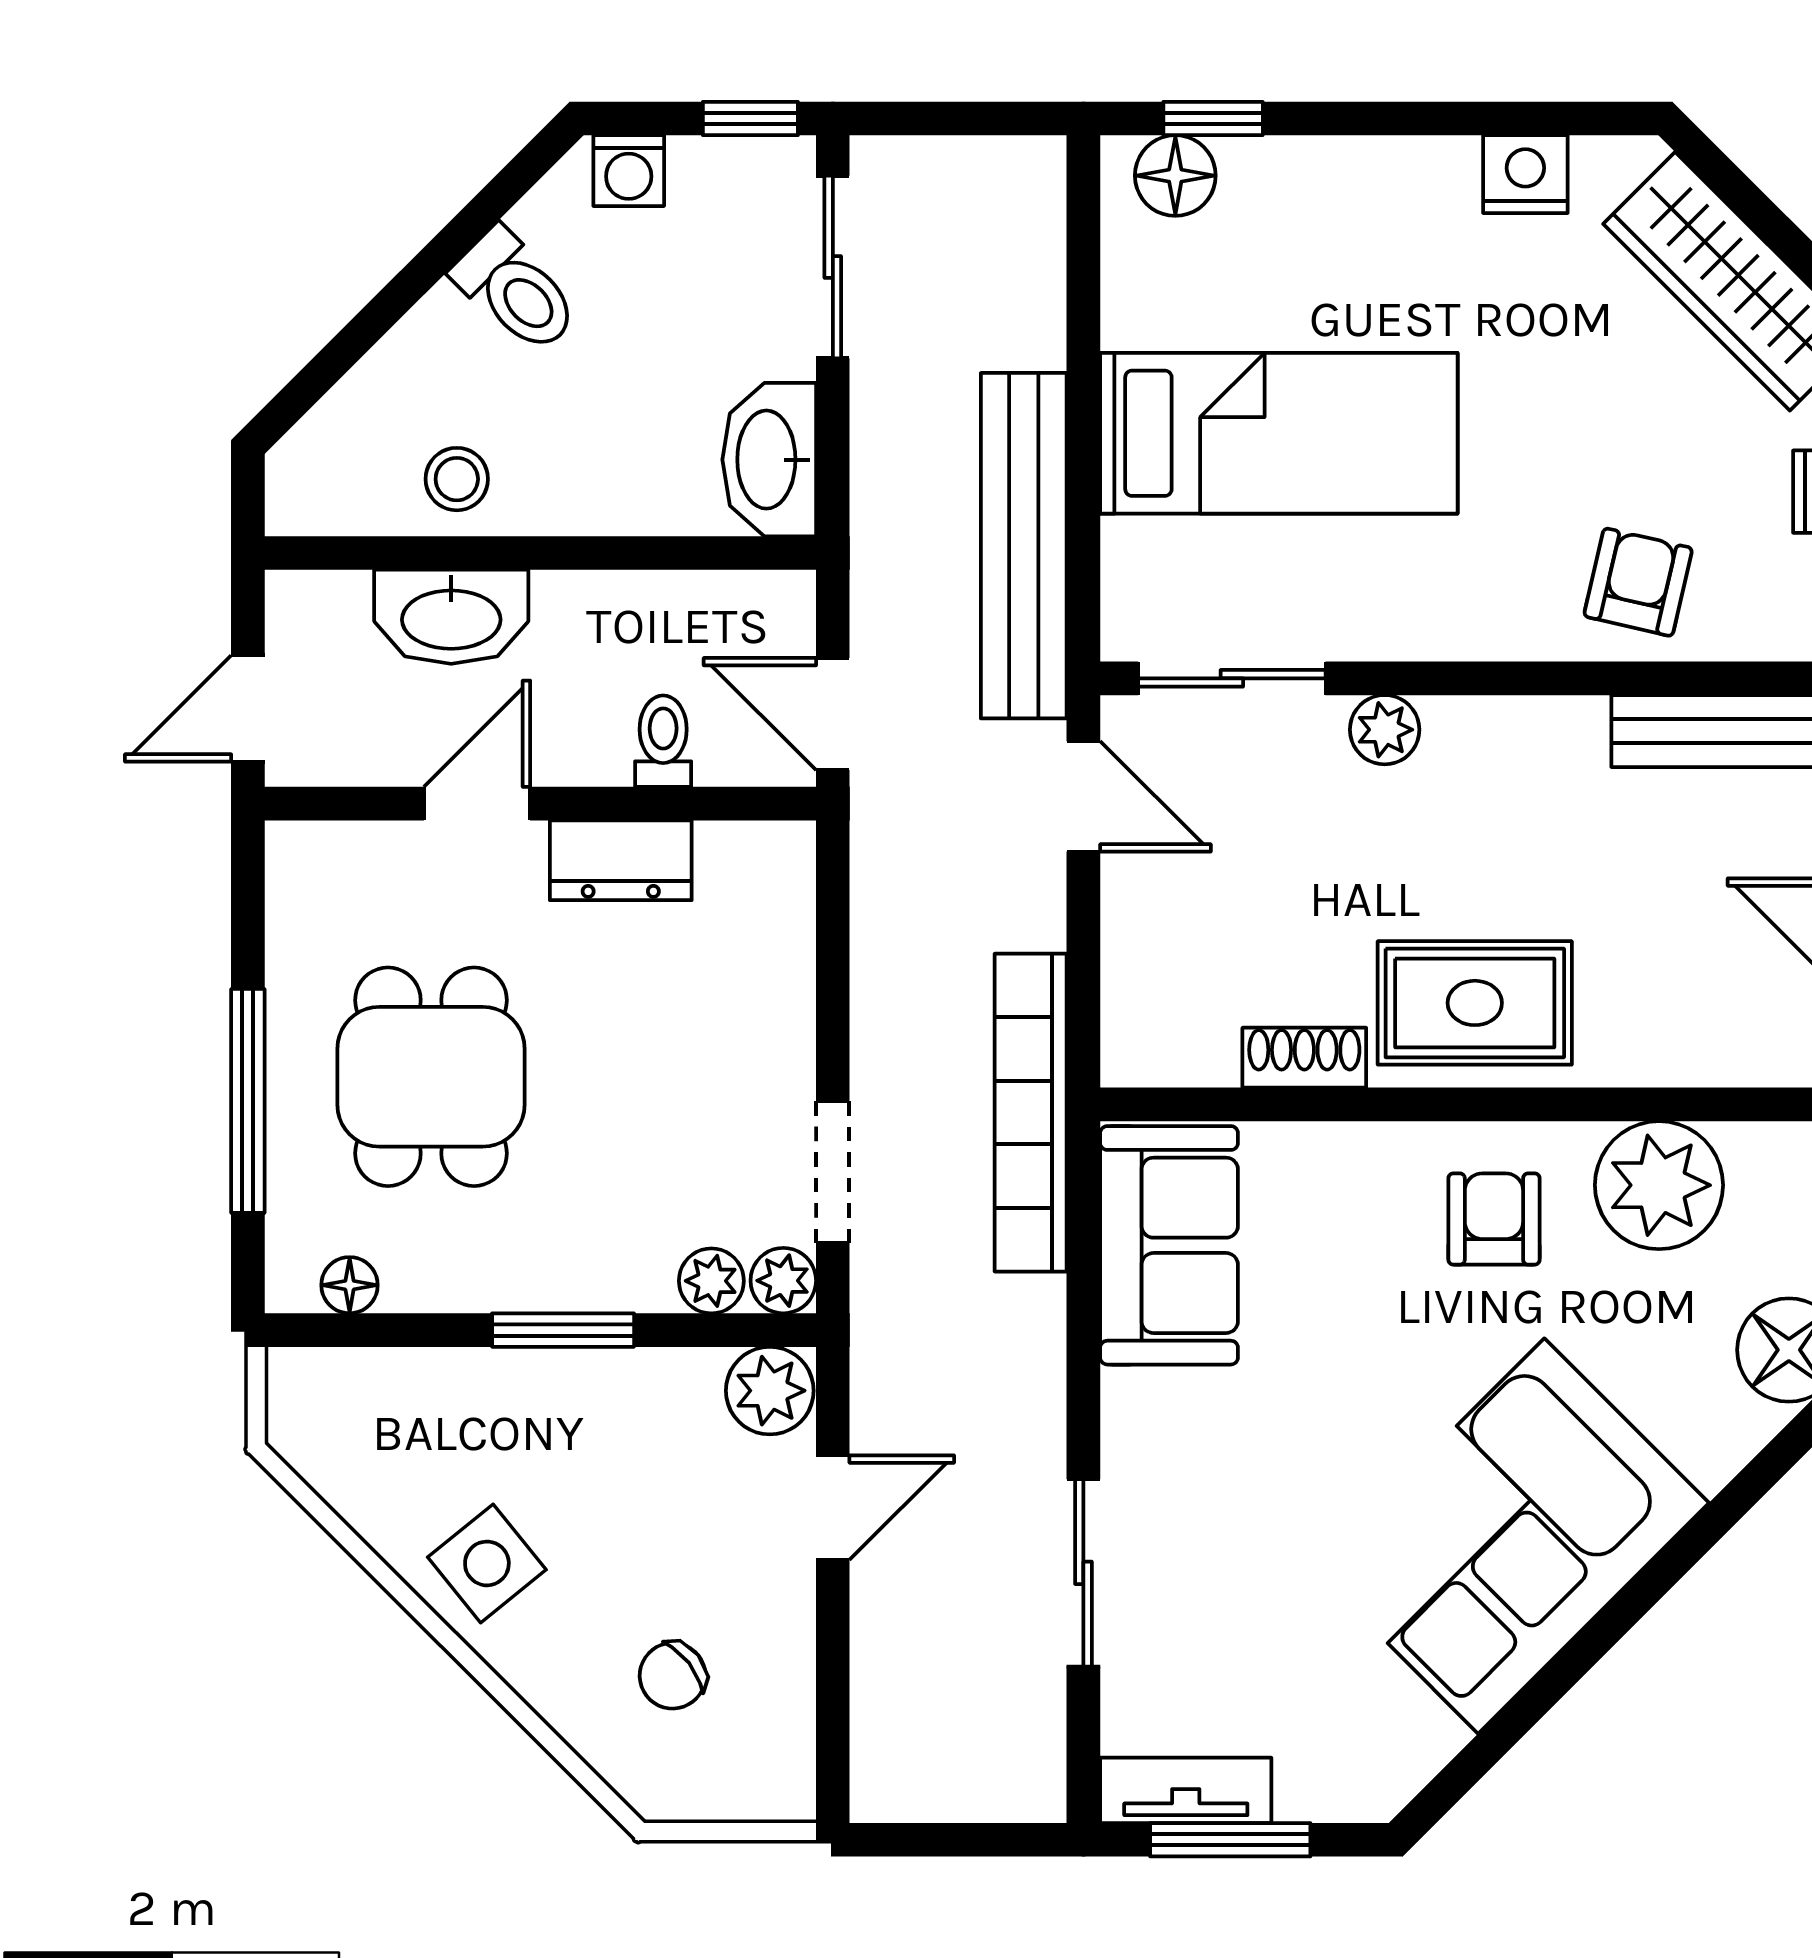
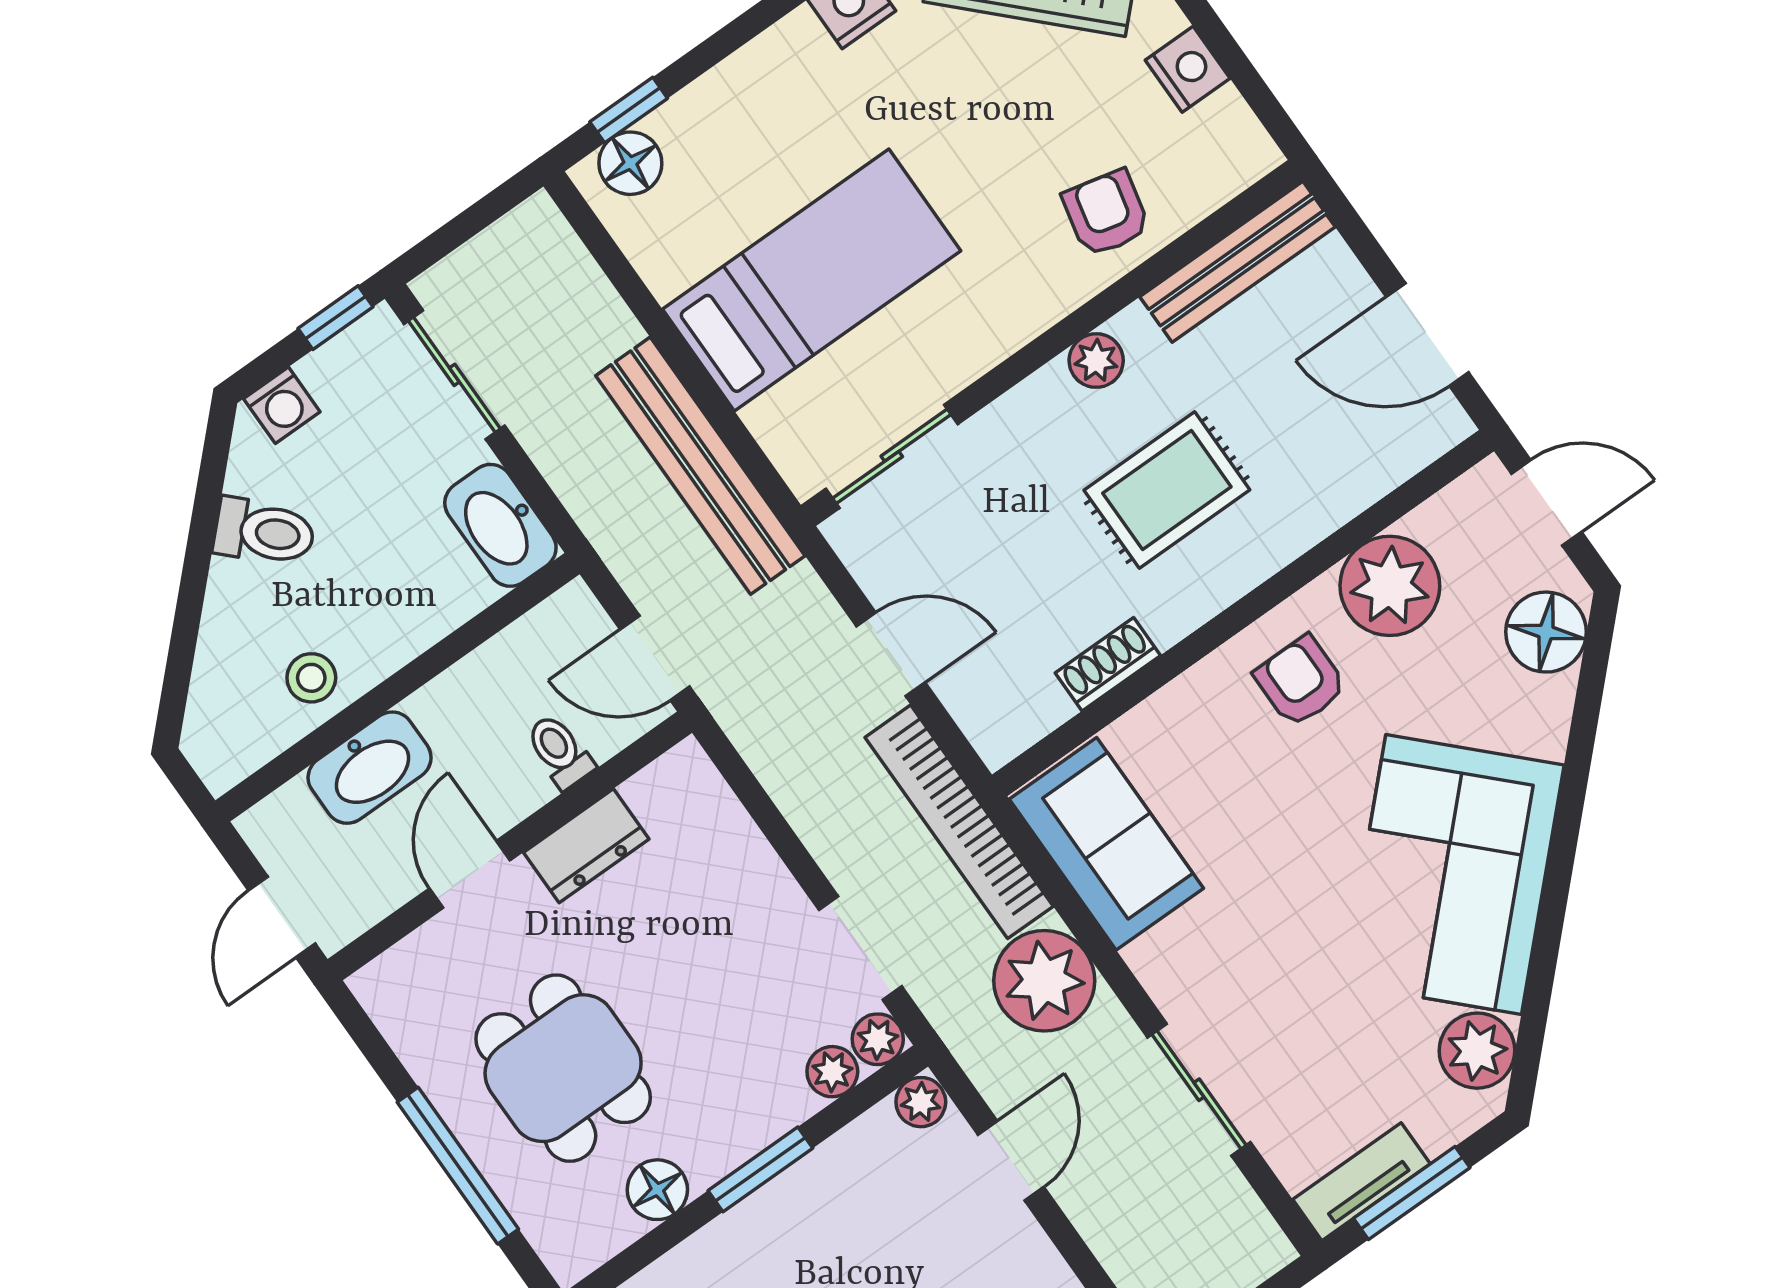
plant: (1385, 730) -> (1096, 361), moved
door: (1083, 796) -> (891, 654), moved
rug: (1475, 1003) -> (1167, 490), moved
floor lamp: (350, 1285) -> (657, 1190), moved, width x1.37, depth x1.37
plant: (1002, 1343) -> (1044, 981), added
plant: (770, 1391) -> (921, 1102), width x0.73, depth x0.73
plant: (1405, 1739) -> (1477, 1051), added

